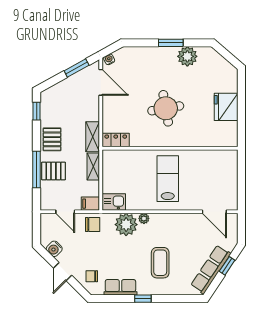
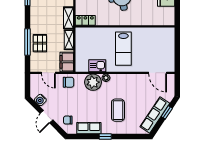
pallet: (52, 139) -> (39, 20), removed
pallet: (53, 171) -> (40, 43), turned 90
lab bench: (168, 179) -> (123, 49), turned 180
kitchen sink: (114, 202) -> (97, 66), moved
filing cabinet: (90, 204) -> (67, 62), width x2.00

